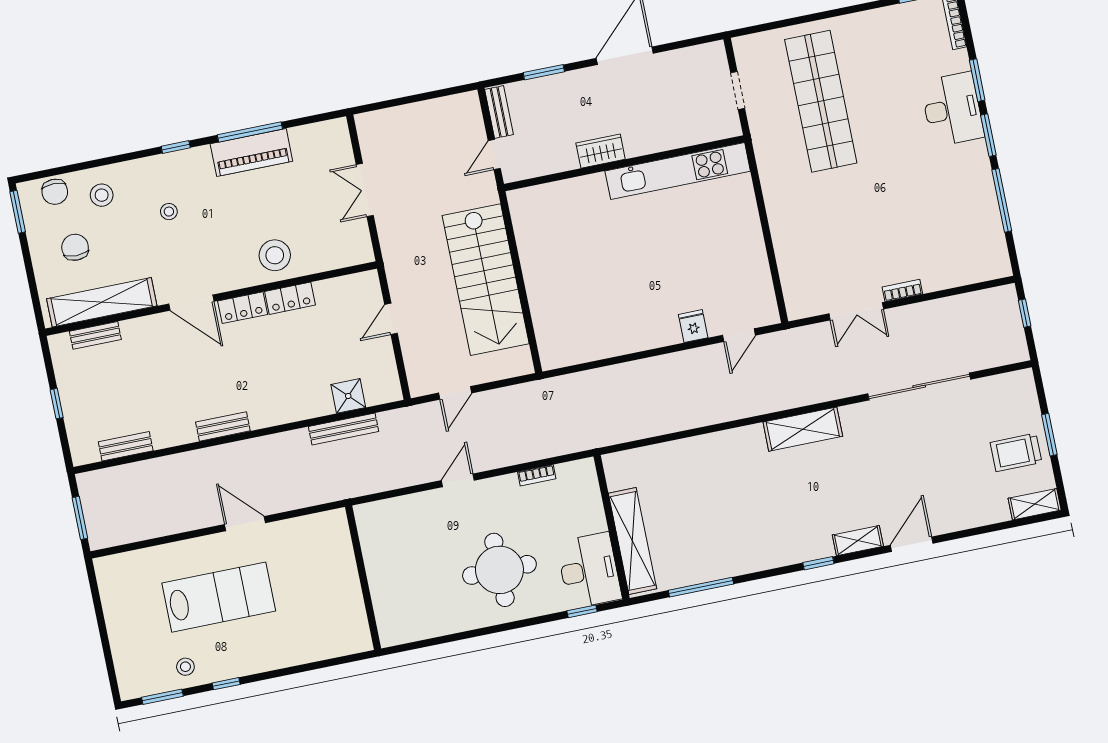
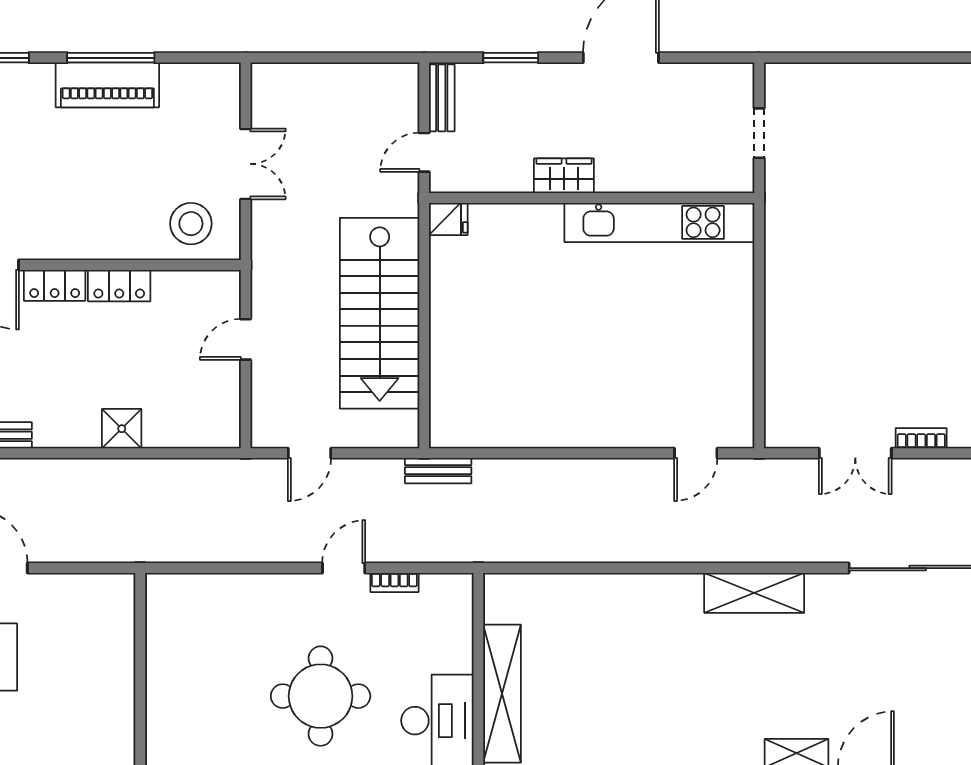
shop shelf: (821, 101) -> (865, 169), removed
double door: (365, 190) -> (246, 164), swing flipped
stool: (275, 255) -> (191, 224), moved
fridge: (693, 326) -> (448, 219), moved, turned 90
shower: (348, 396) -> (122, 429), moved
bench: (344, 429) -> (438, 471), moved, width x0.73
door: (458, 480) -> (344, 568), moved

